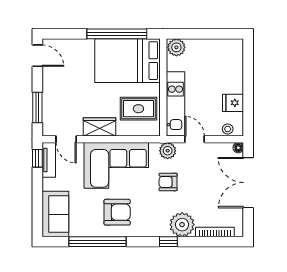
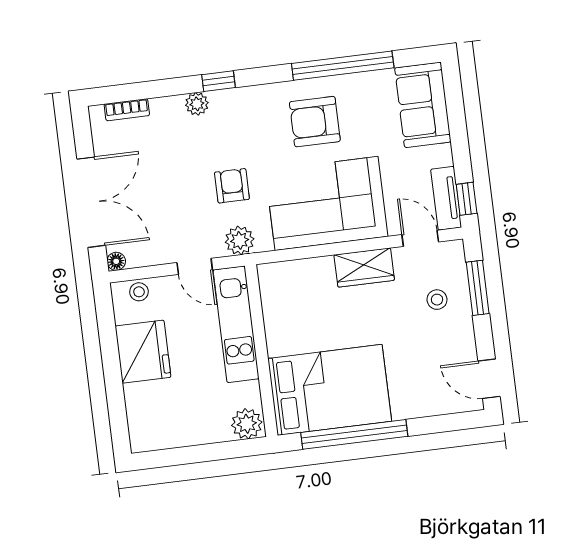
fridge: (233, 103) -> (143, 352), width x1.88, depth x1.34
stool: (61, 104) -> (437, 300), added
rug: (138, 109) -> (300, 308), removed
armchair: (168, 182) -> (232, 186), turned -90
plant: (182, 225) -> (197, 104), width x0.53, depth x0.53
bookcase: (215, 232) -> (127, 110), width x0.64

